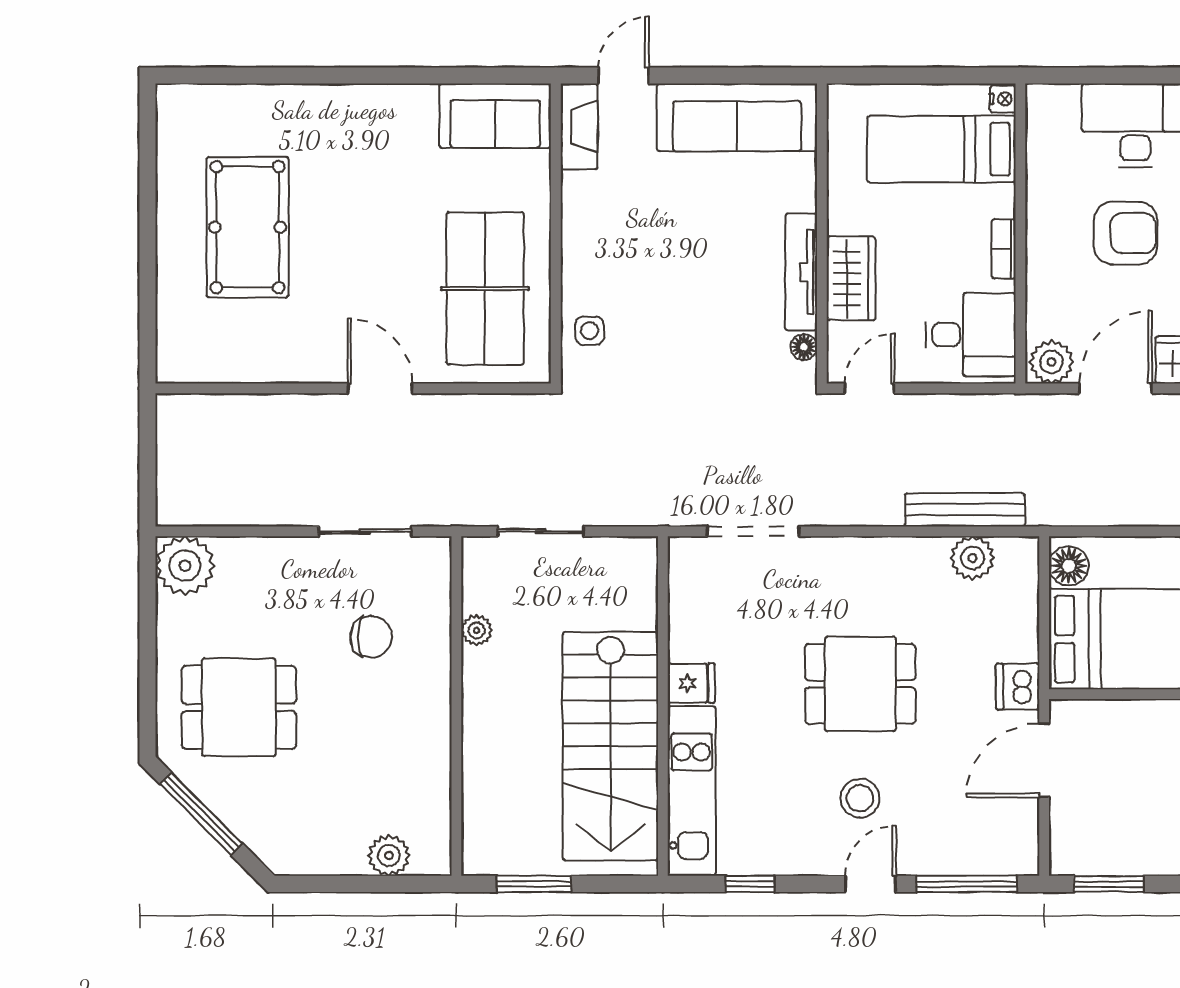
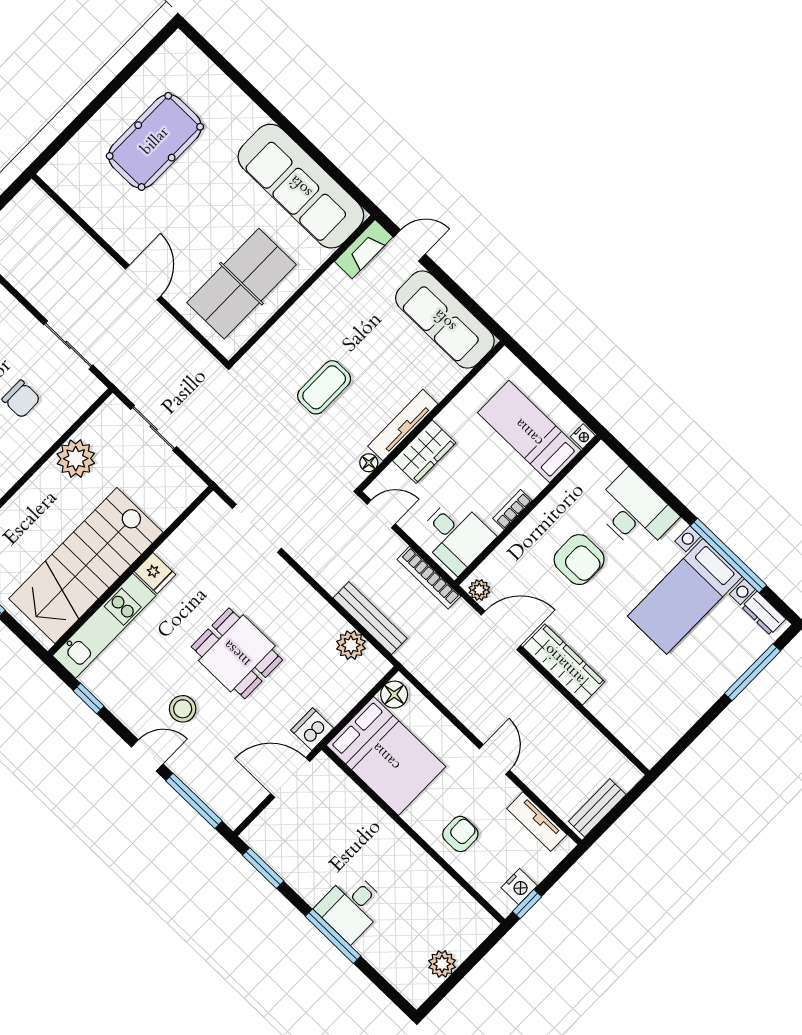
sofa: (495, 116) -> (301, 186), width x1.85, depth x1.27
coffee table: (679, 313) -> (324, 387), added
side table: (590, 331) -> (272, 354), removed
plant: (1051, 362) -> (479, 590), width x0.73, depth x0.73
bookcase: (986, 407) -> (429, 578), added
plant: (477, 630) -> (76, 459), width x1.88, depth x1.88

